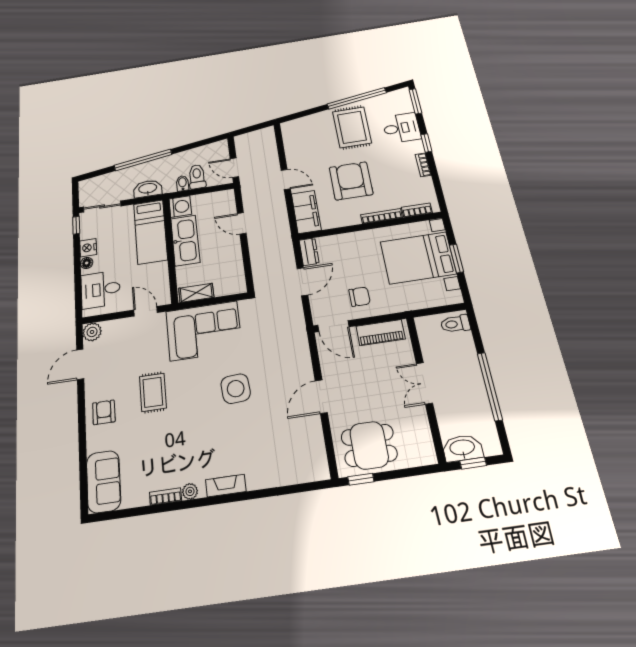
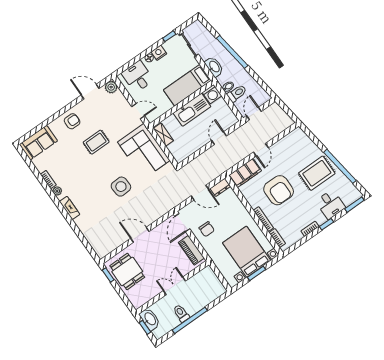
armchair: (351, 181) -> (279, 190), turned 90
door: (146, 311) -> (138, 111), hinge flipped
toilet: (455, 324) -> (181, 313), moved

